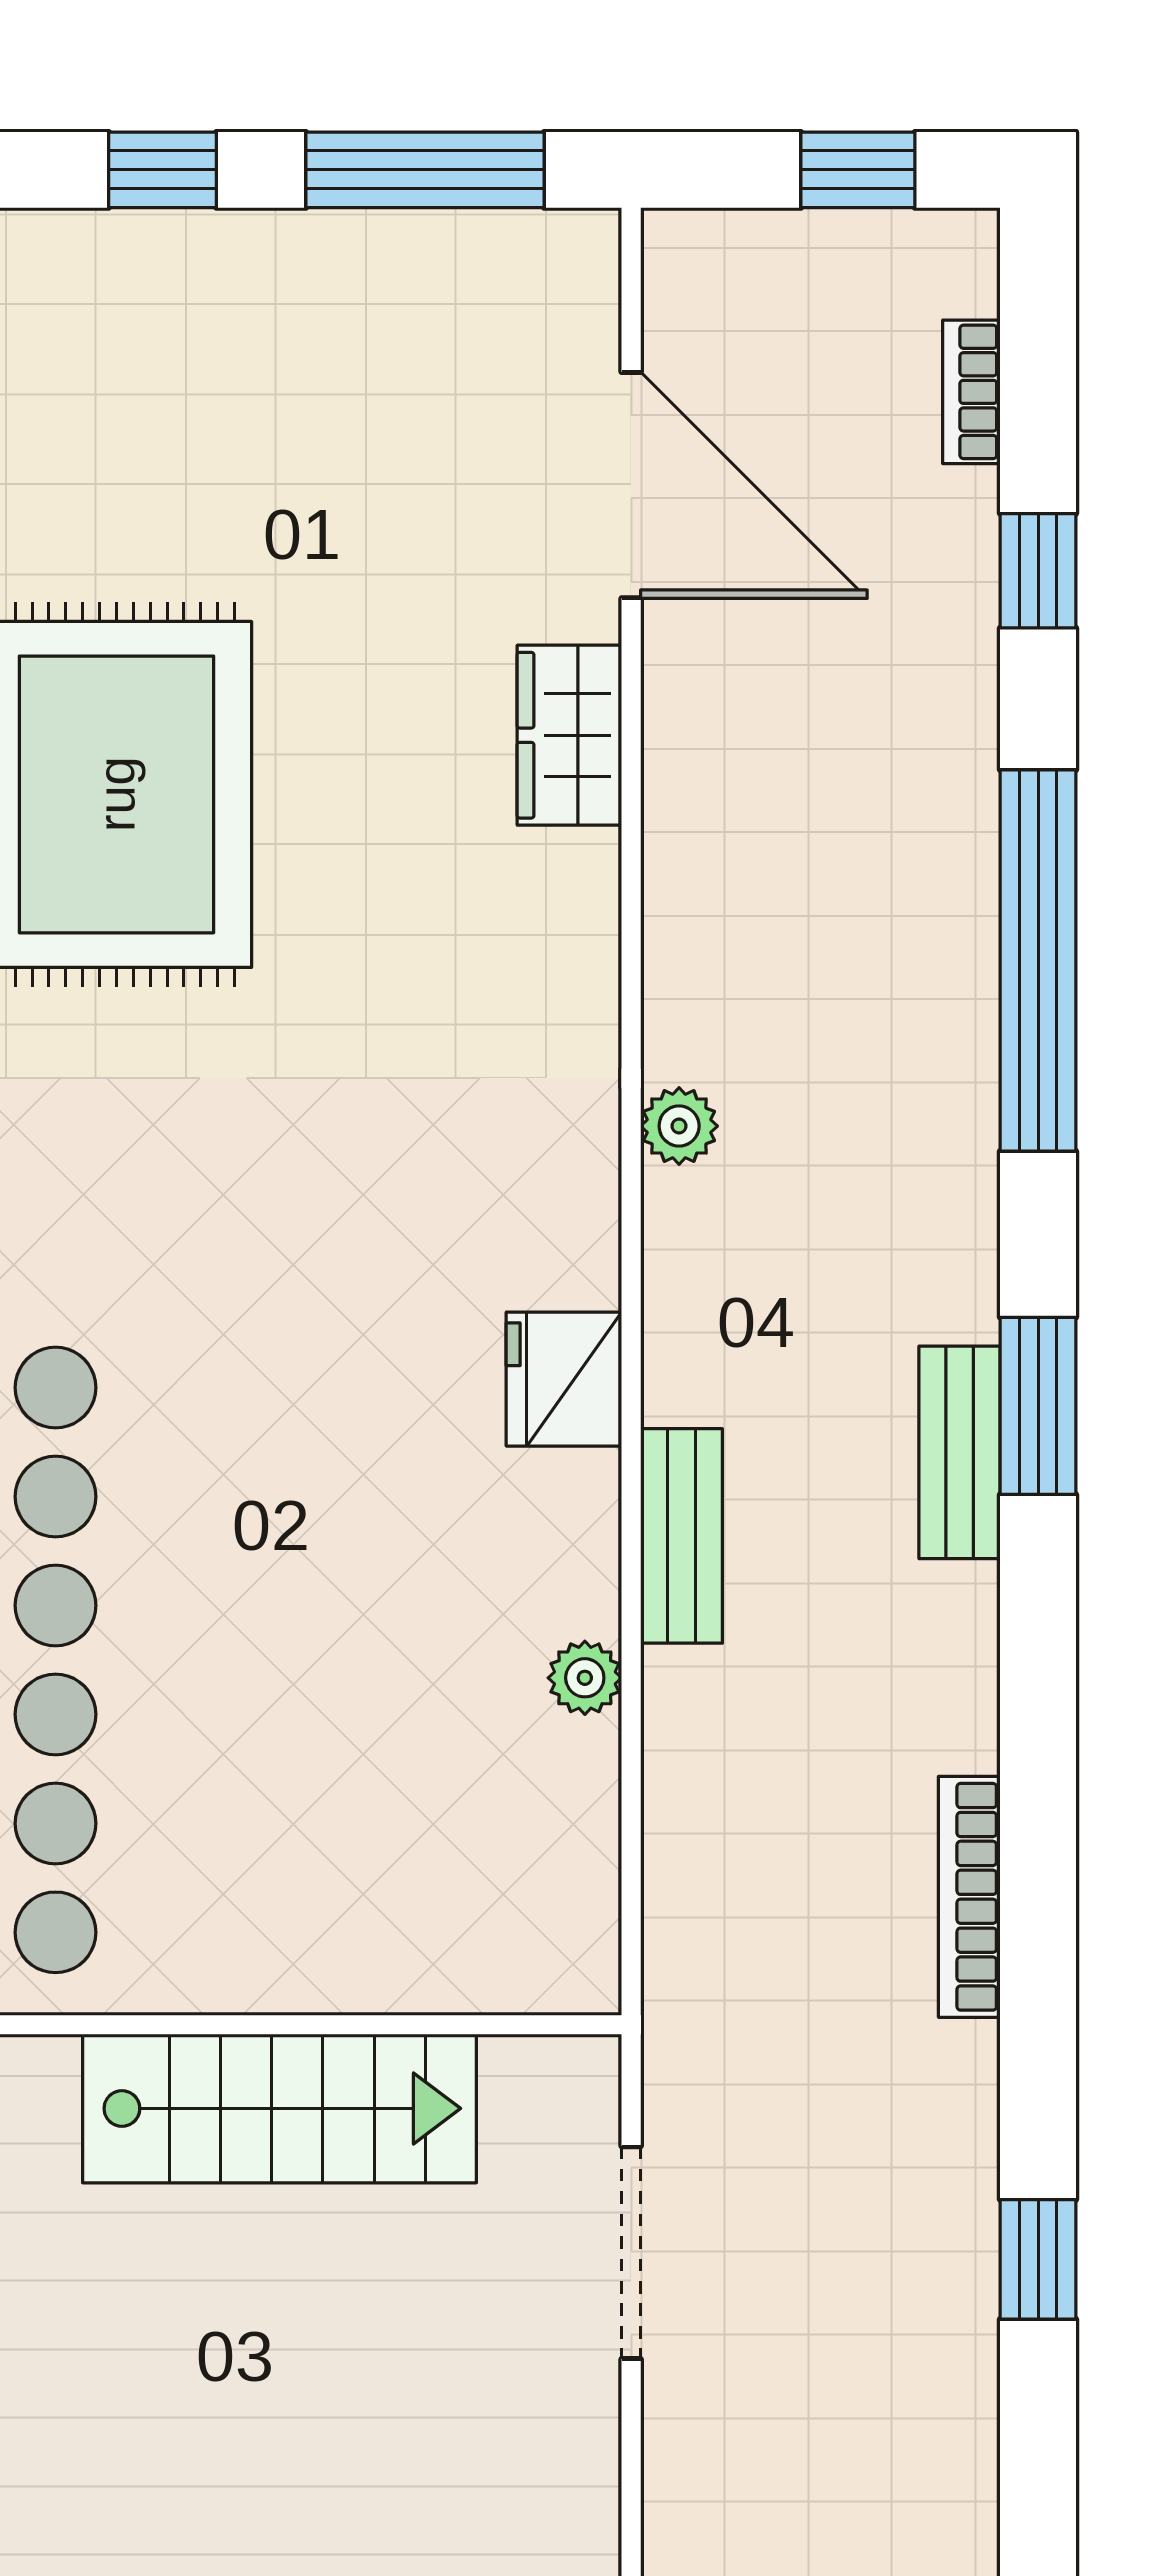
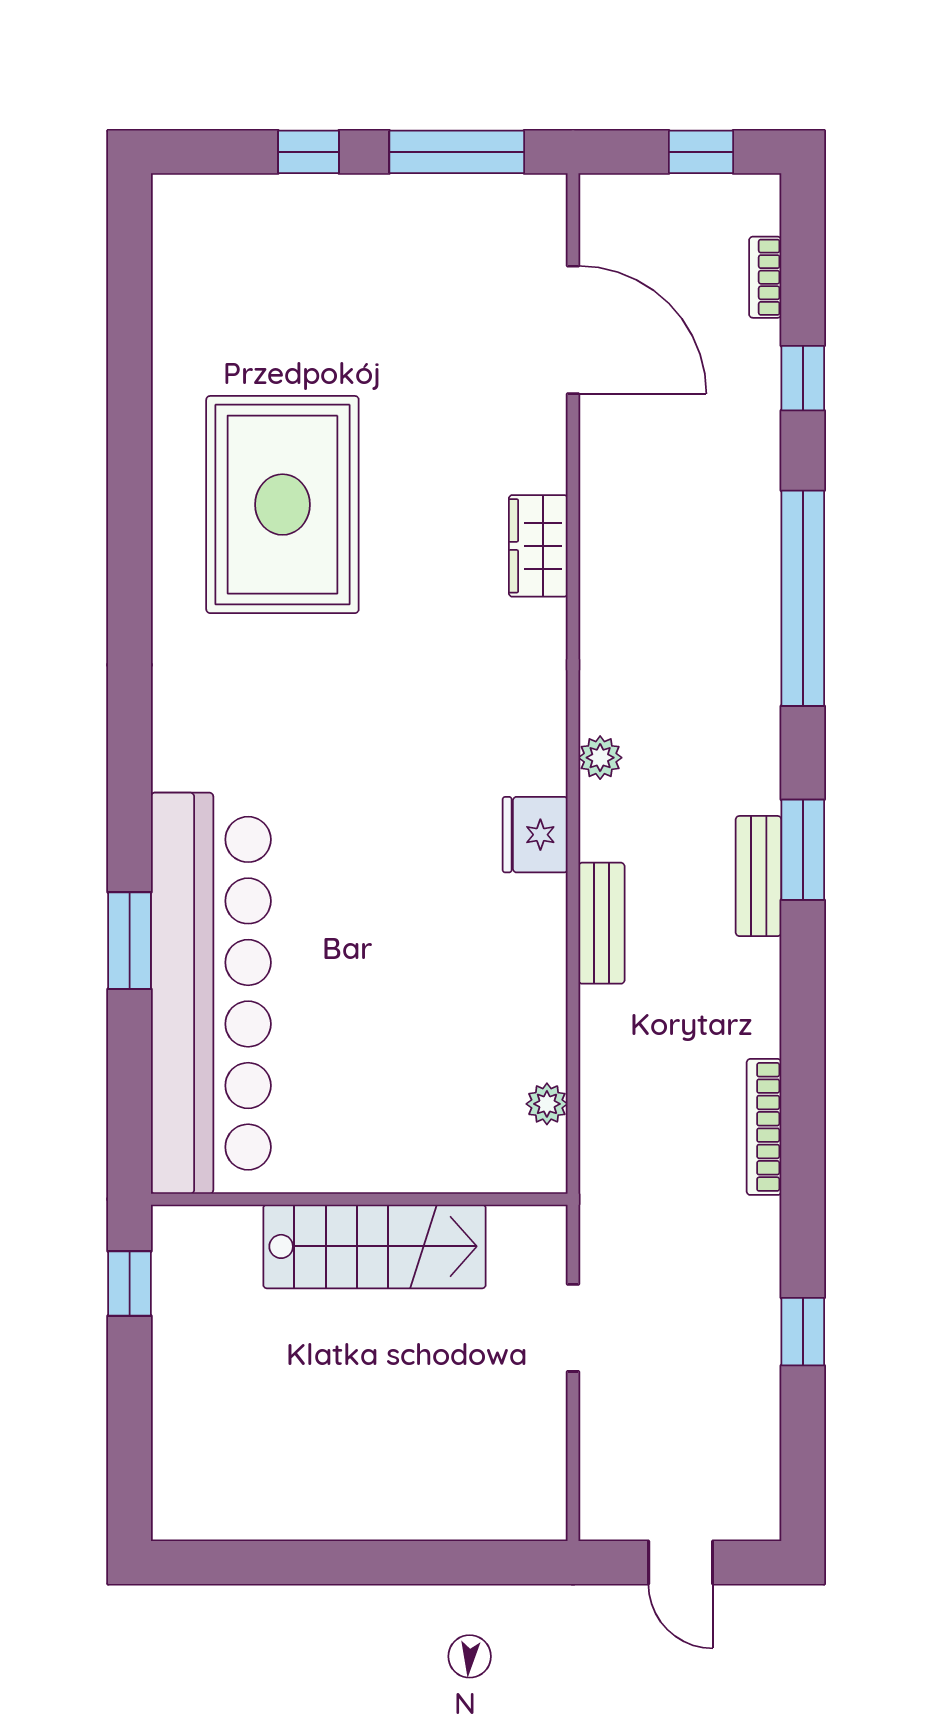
wardrobe: (569, 735) -> (538, 546), moved
plant: (679, 1126) -> (600, 758), moved
plant: (585, 1678) -> (547, 1104), moved
doorway: (631, 2253) -> (573, 1328), width x0.73

